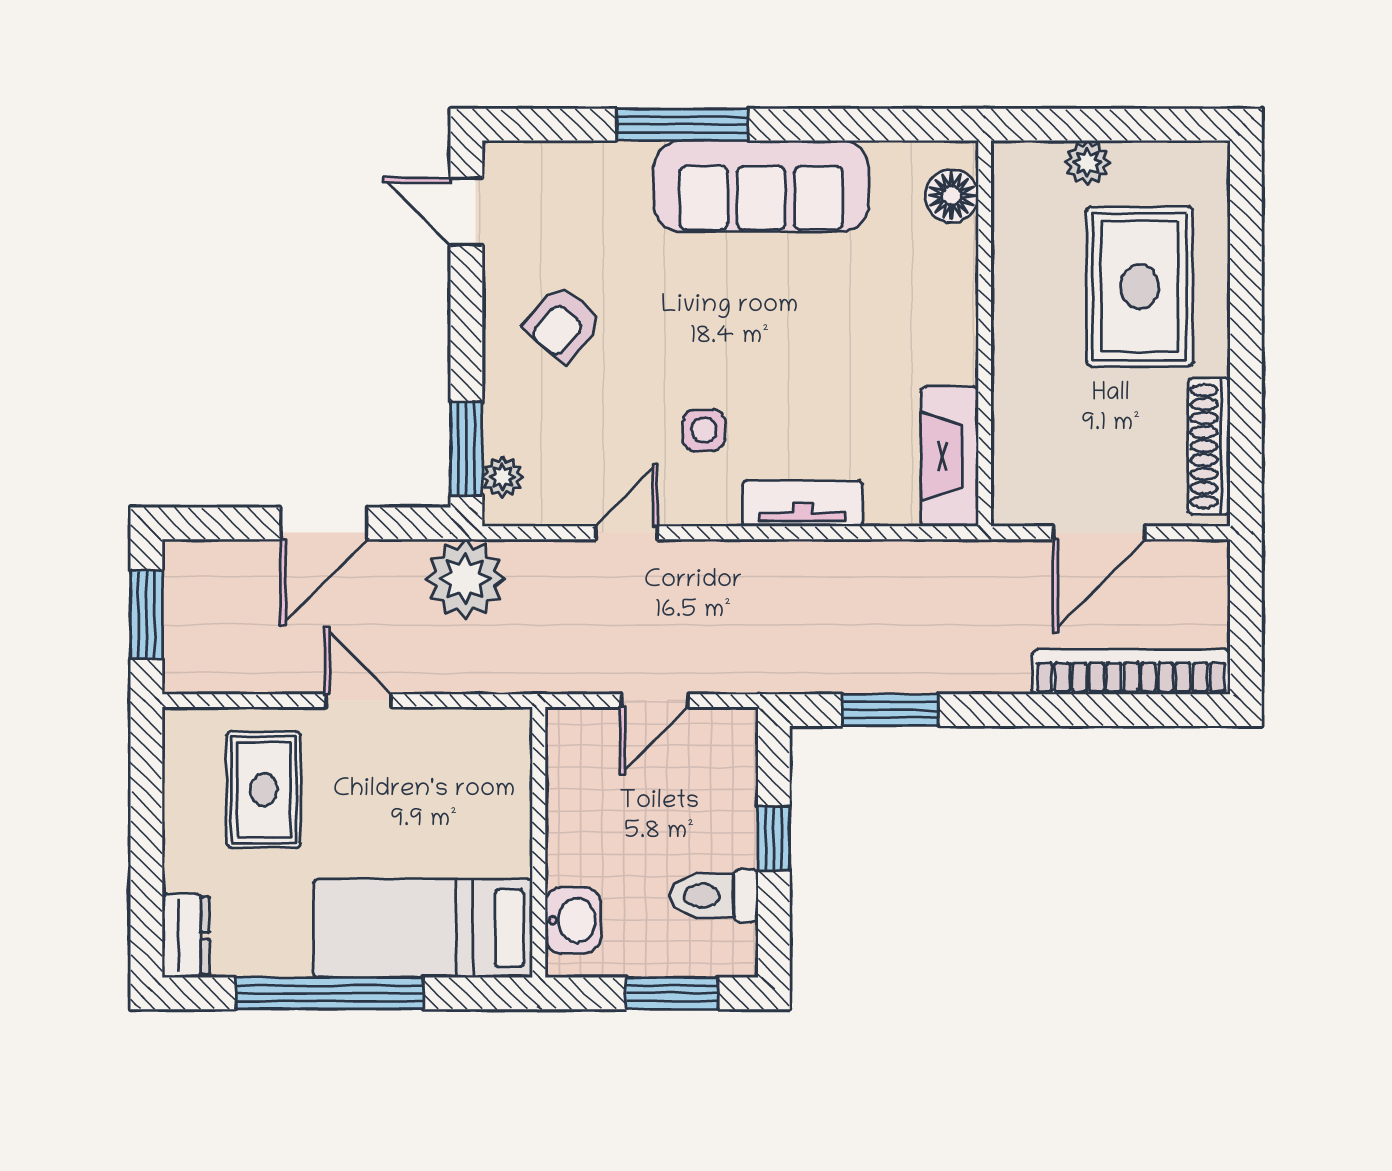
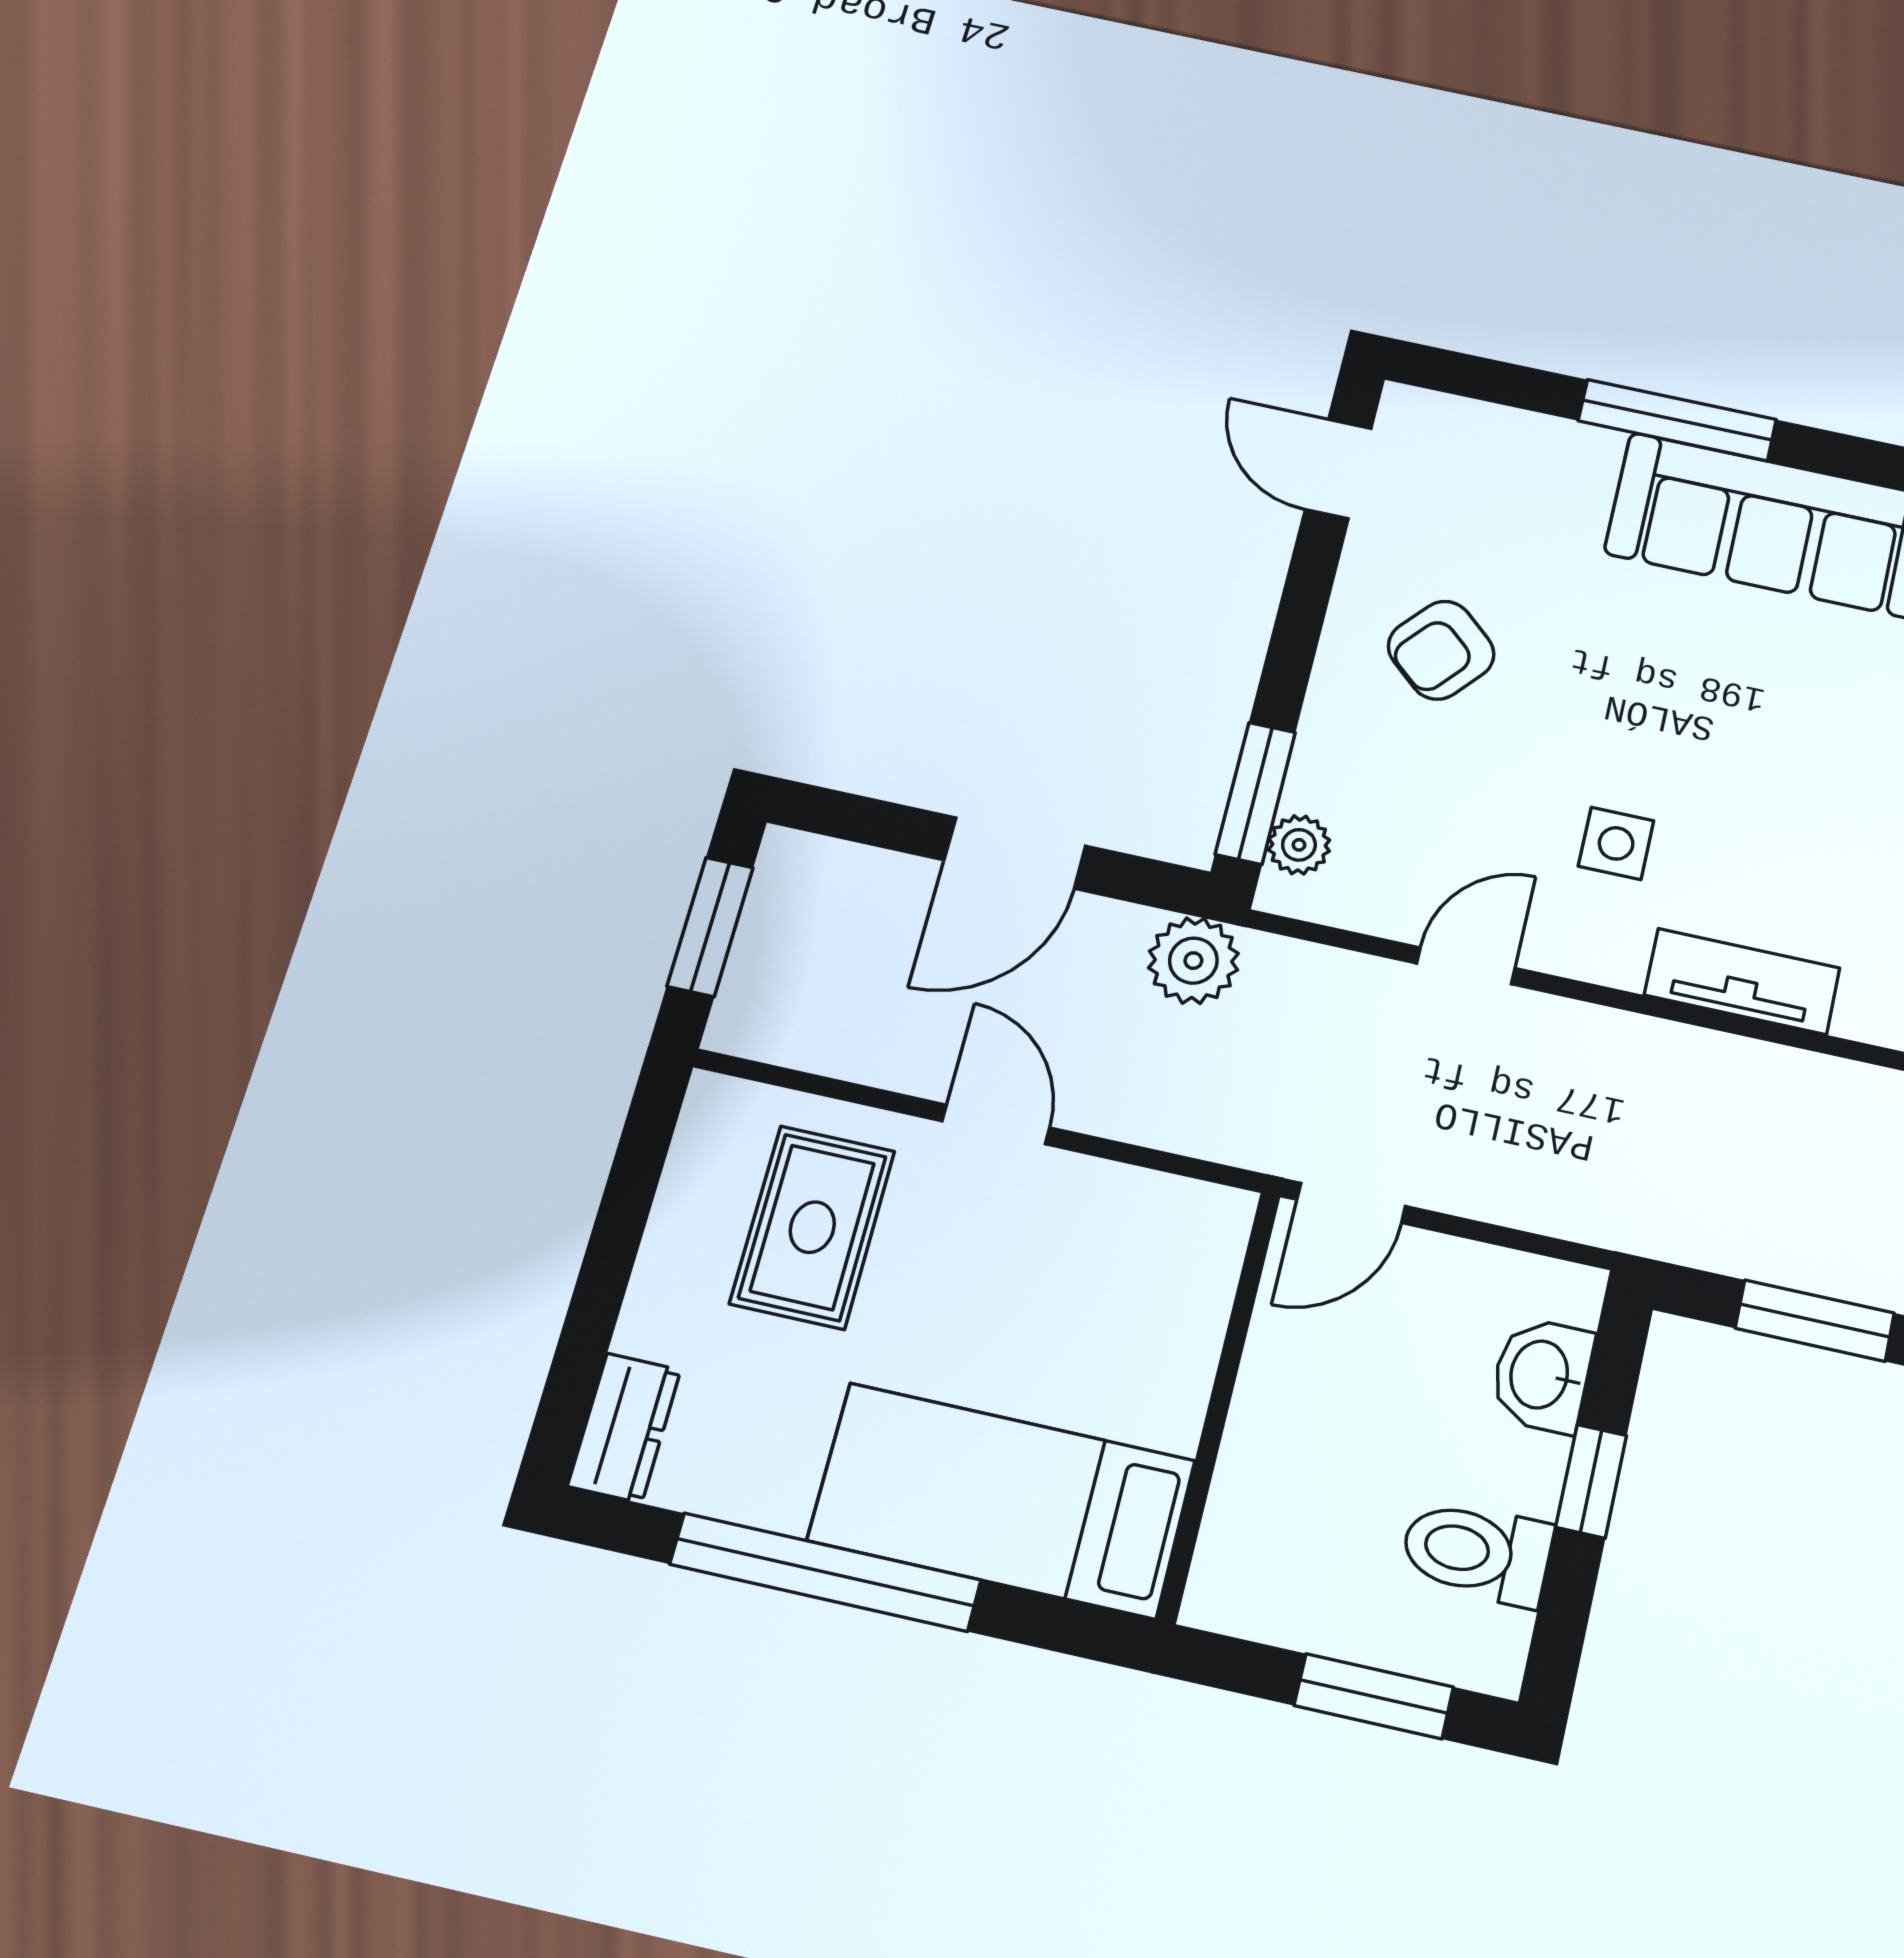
plant: (465, 579) -> (1193, 961), width x0.73, depth x0.73
door: (654, 701) -> (1351, 1203), moved
washbasin: (573, 920) -> (1542, 1375), moved, turned 180

